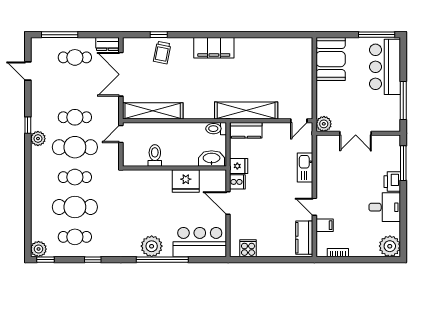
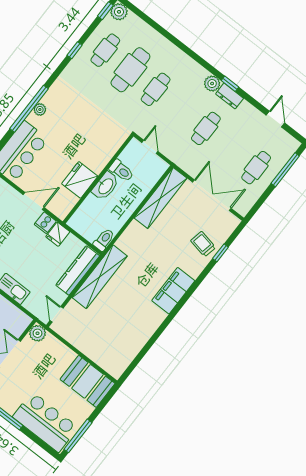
dresser: (107, 44) -> (230, 96), moved, turned -90
door: (28, 71) -> (275, 119), hinge flipped
kitchen counter: (246, 130) -> (78, 270), width x1.50
door: (121, 134) -> (150, 147), moved
cafe table: (75, 147) -> (181, 109), removed
washbasin: (212, 158) -> (105, 186), moved
plant: (152, 246) -> (40, 109), width x0.53, depth x0.53

